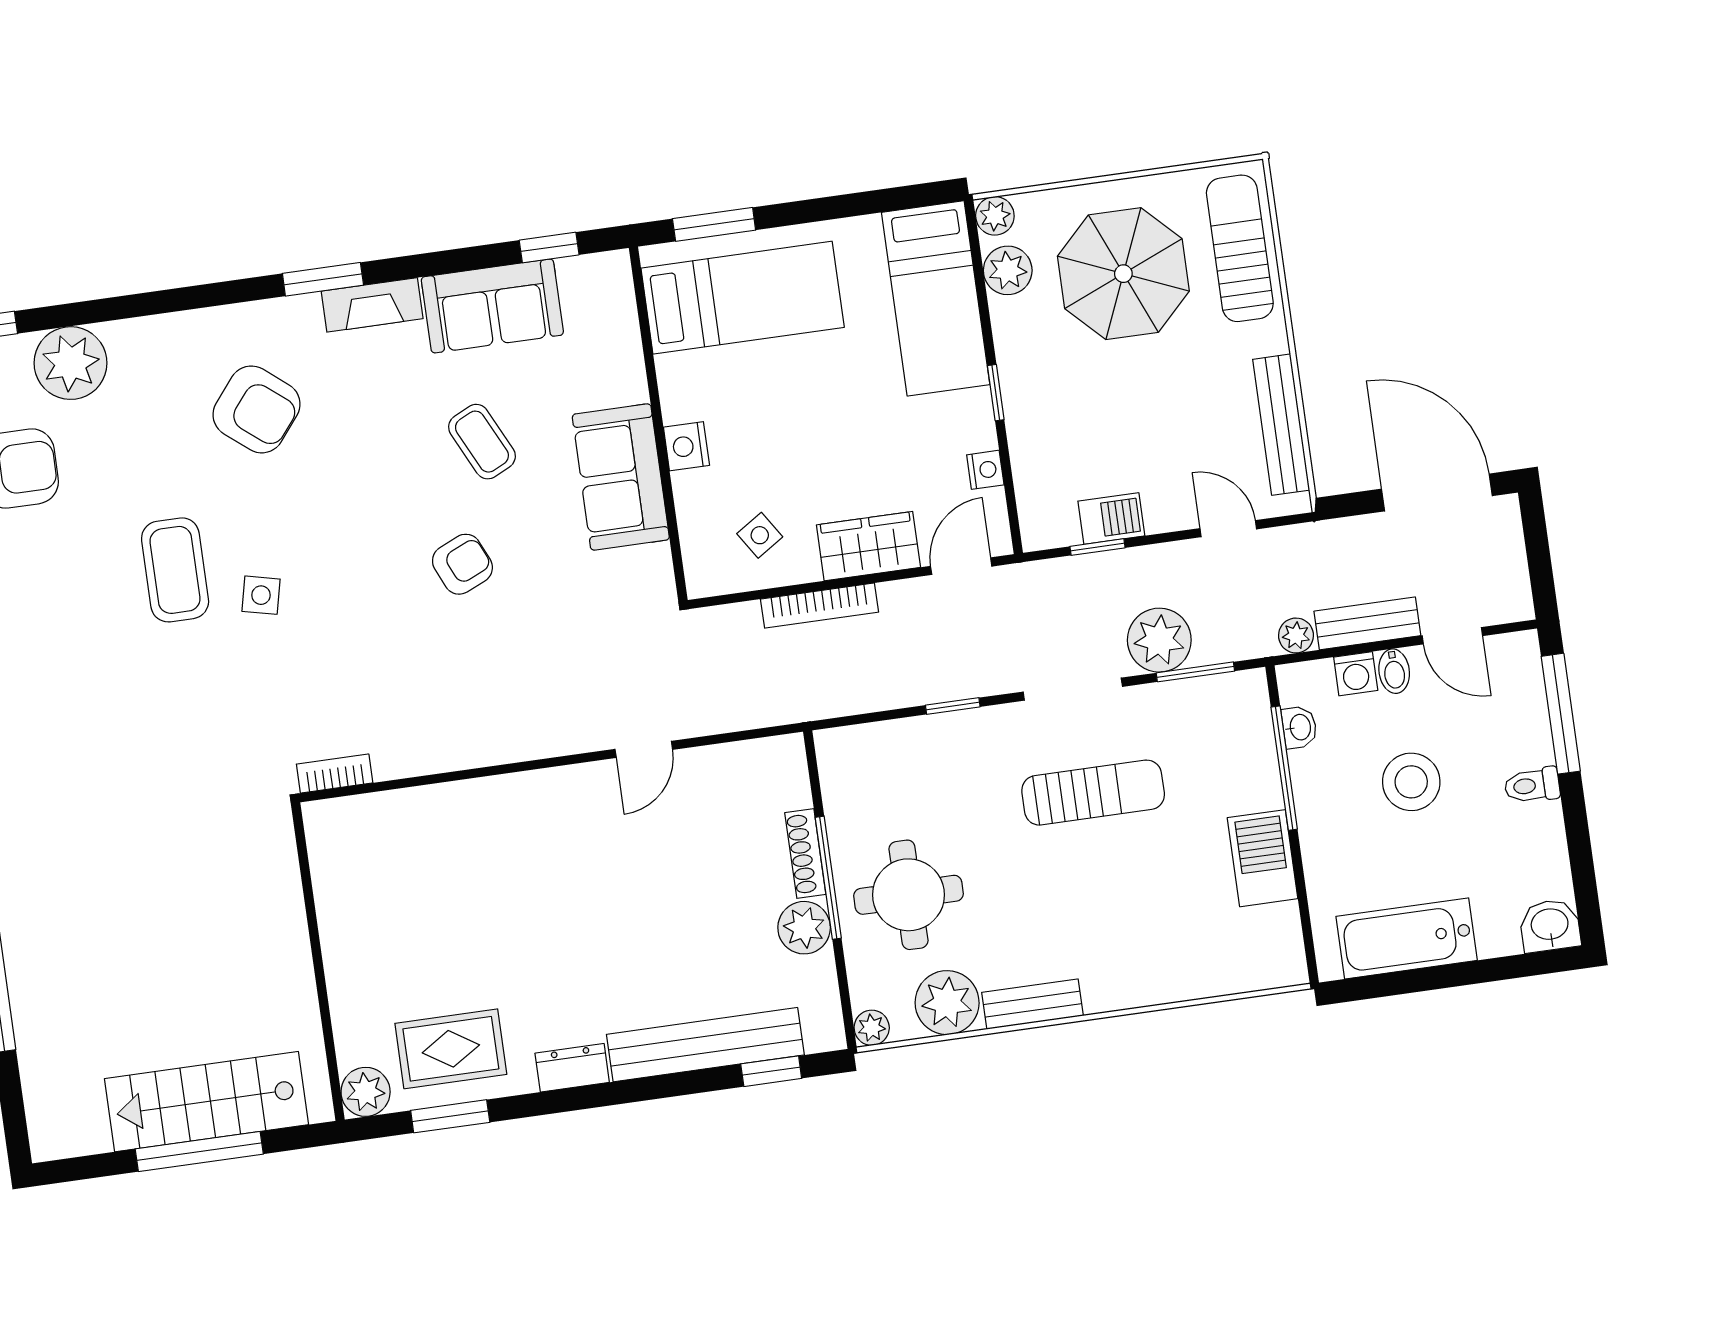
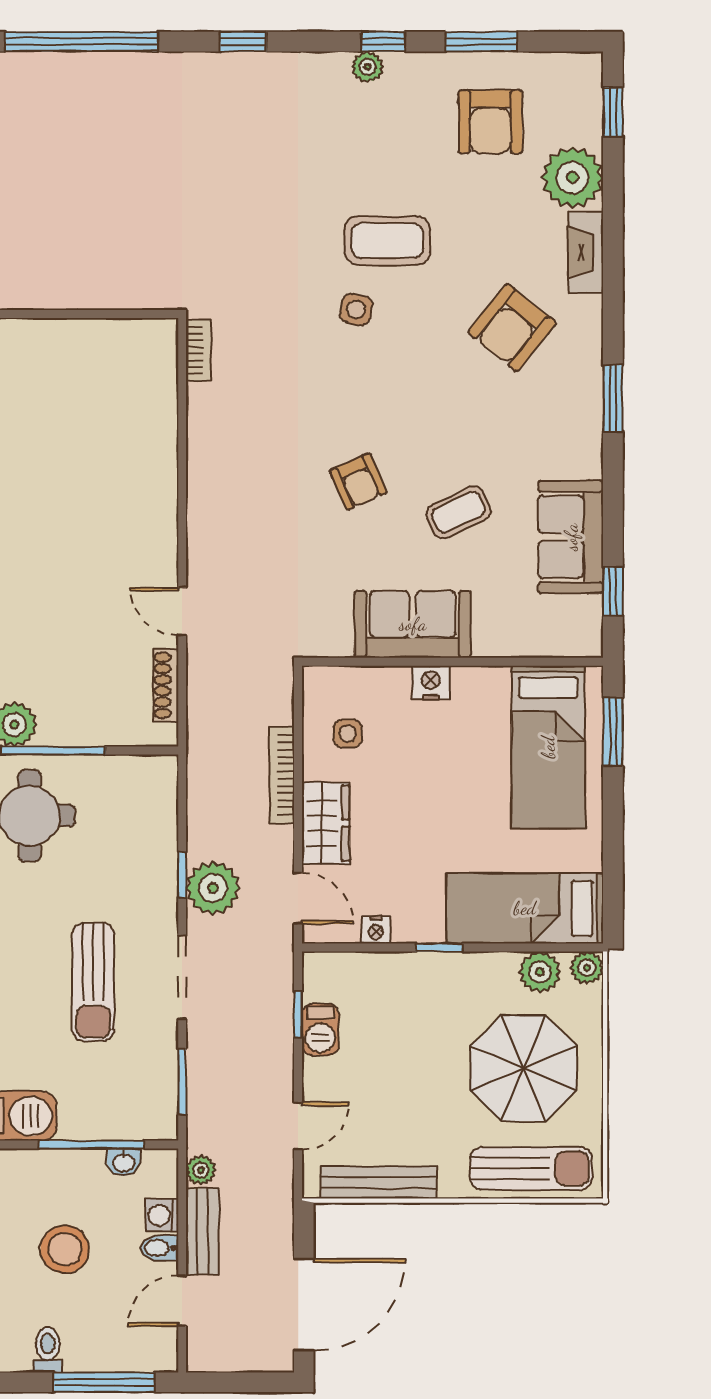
fireplace: (372, 305) -> (586, 252), moved
side table: (760, 535) -> (348, 734), turned 33
plant: (1159, 640) -> (213, 888), moved
shoe rack: (805, 854) -> (166, 685), moved, turned -90

